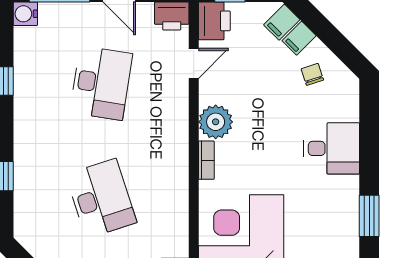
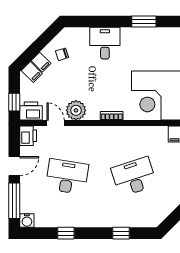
plant: (216, 122) -> (76, 110), moved

